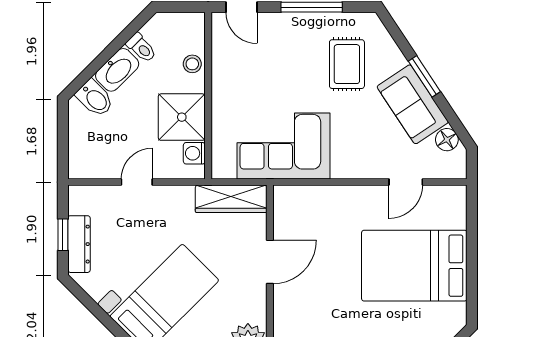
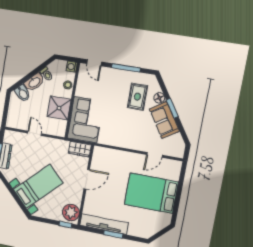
floor lamp: (447, 140) -> (159, 98), moved
corner sofa: (283, 146) -> (85, 120), moved, turned 90
washing machine: (194, 153) -> (72, 67), moved
door: (137, 182) -> (35, 133), hinge flipped
wardrobe: (231, 199) -> (80, 149), width x0.67

